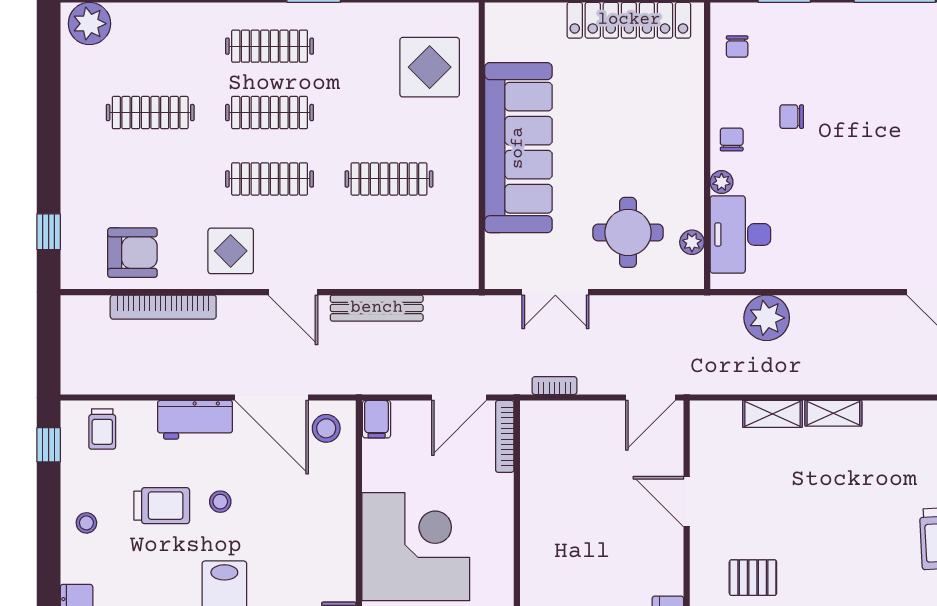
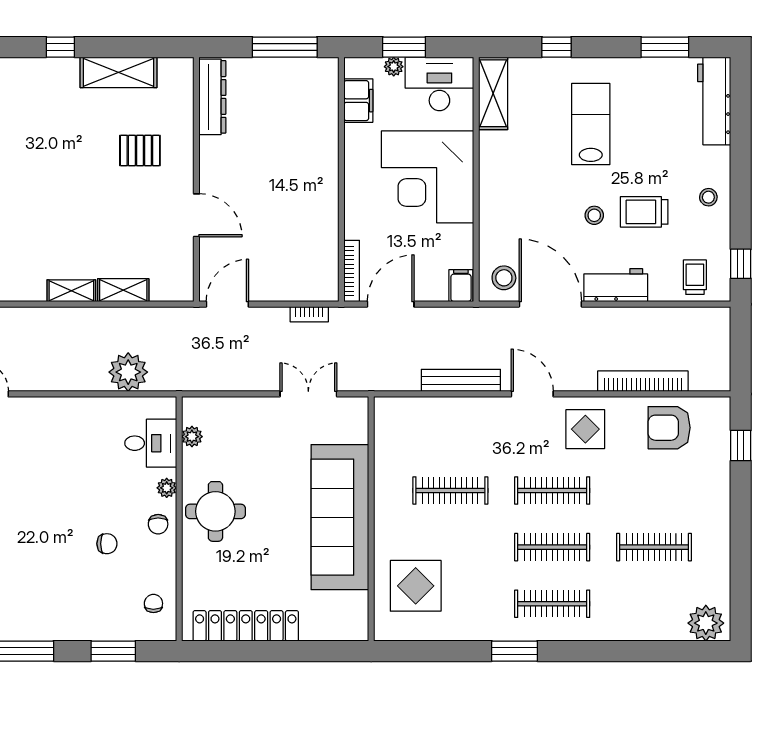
round table: (628, 232) -> (215, 511), moved
desk: (740, 234) -> (151, 443), width x0.73

